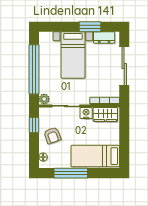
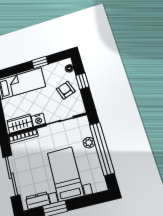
plant: (44, 99) -> (89, 143), moved
window: (34, 125) -> (82, 81), moved
window: (71, 173) -> (40, 62), width x0.46

